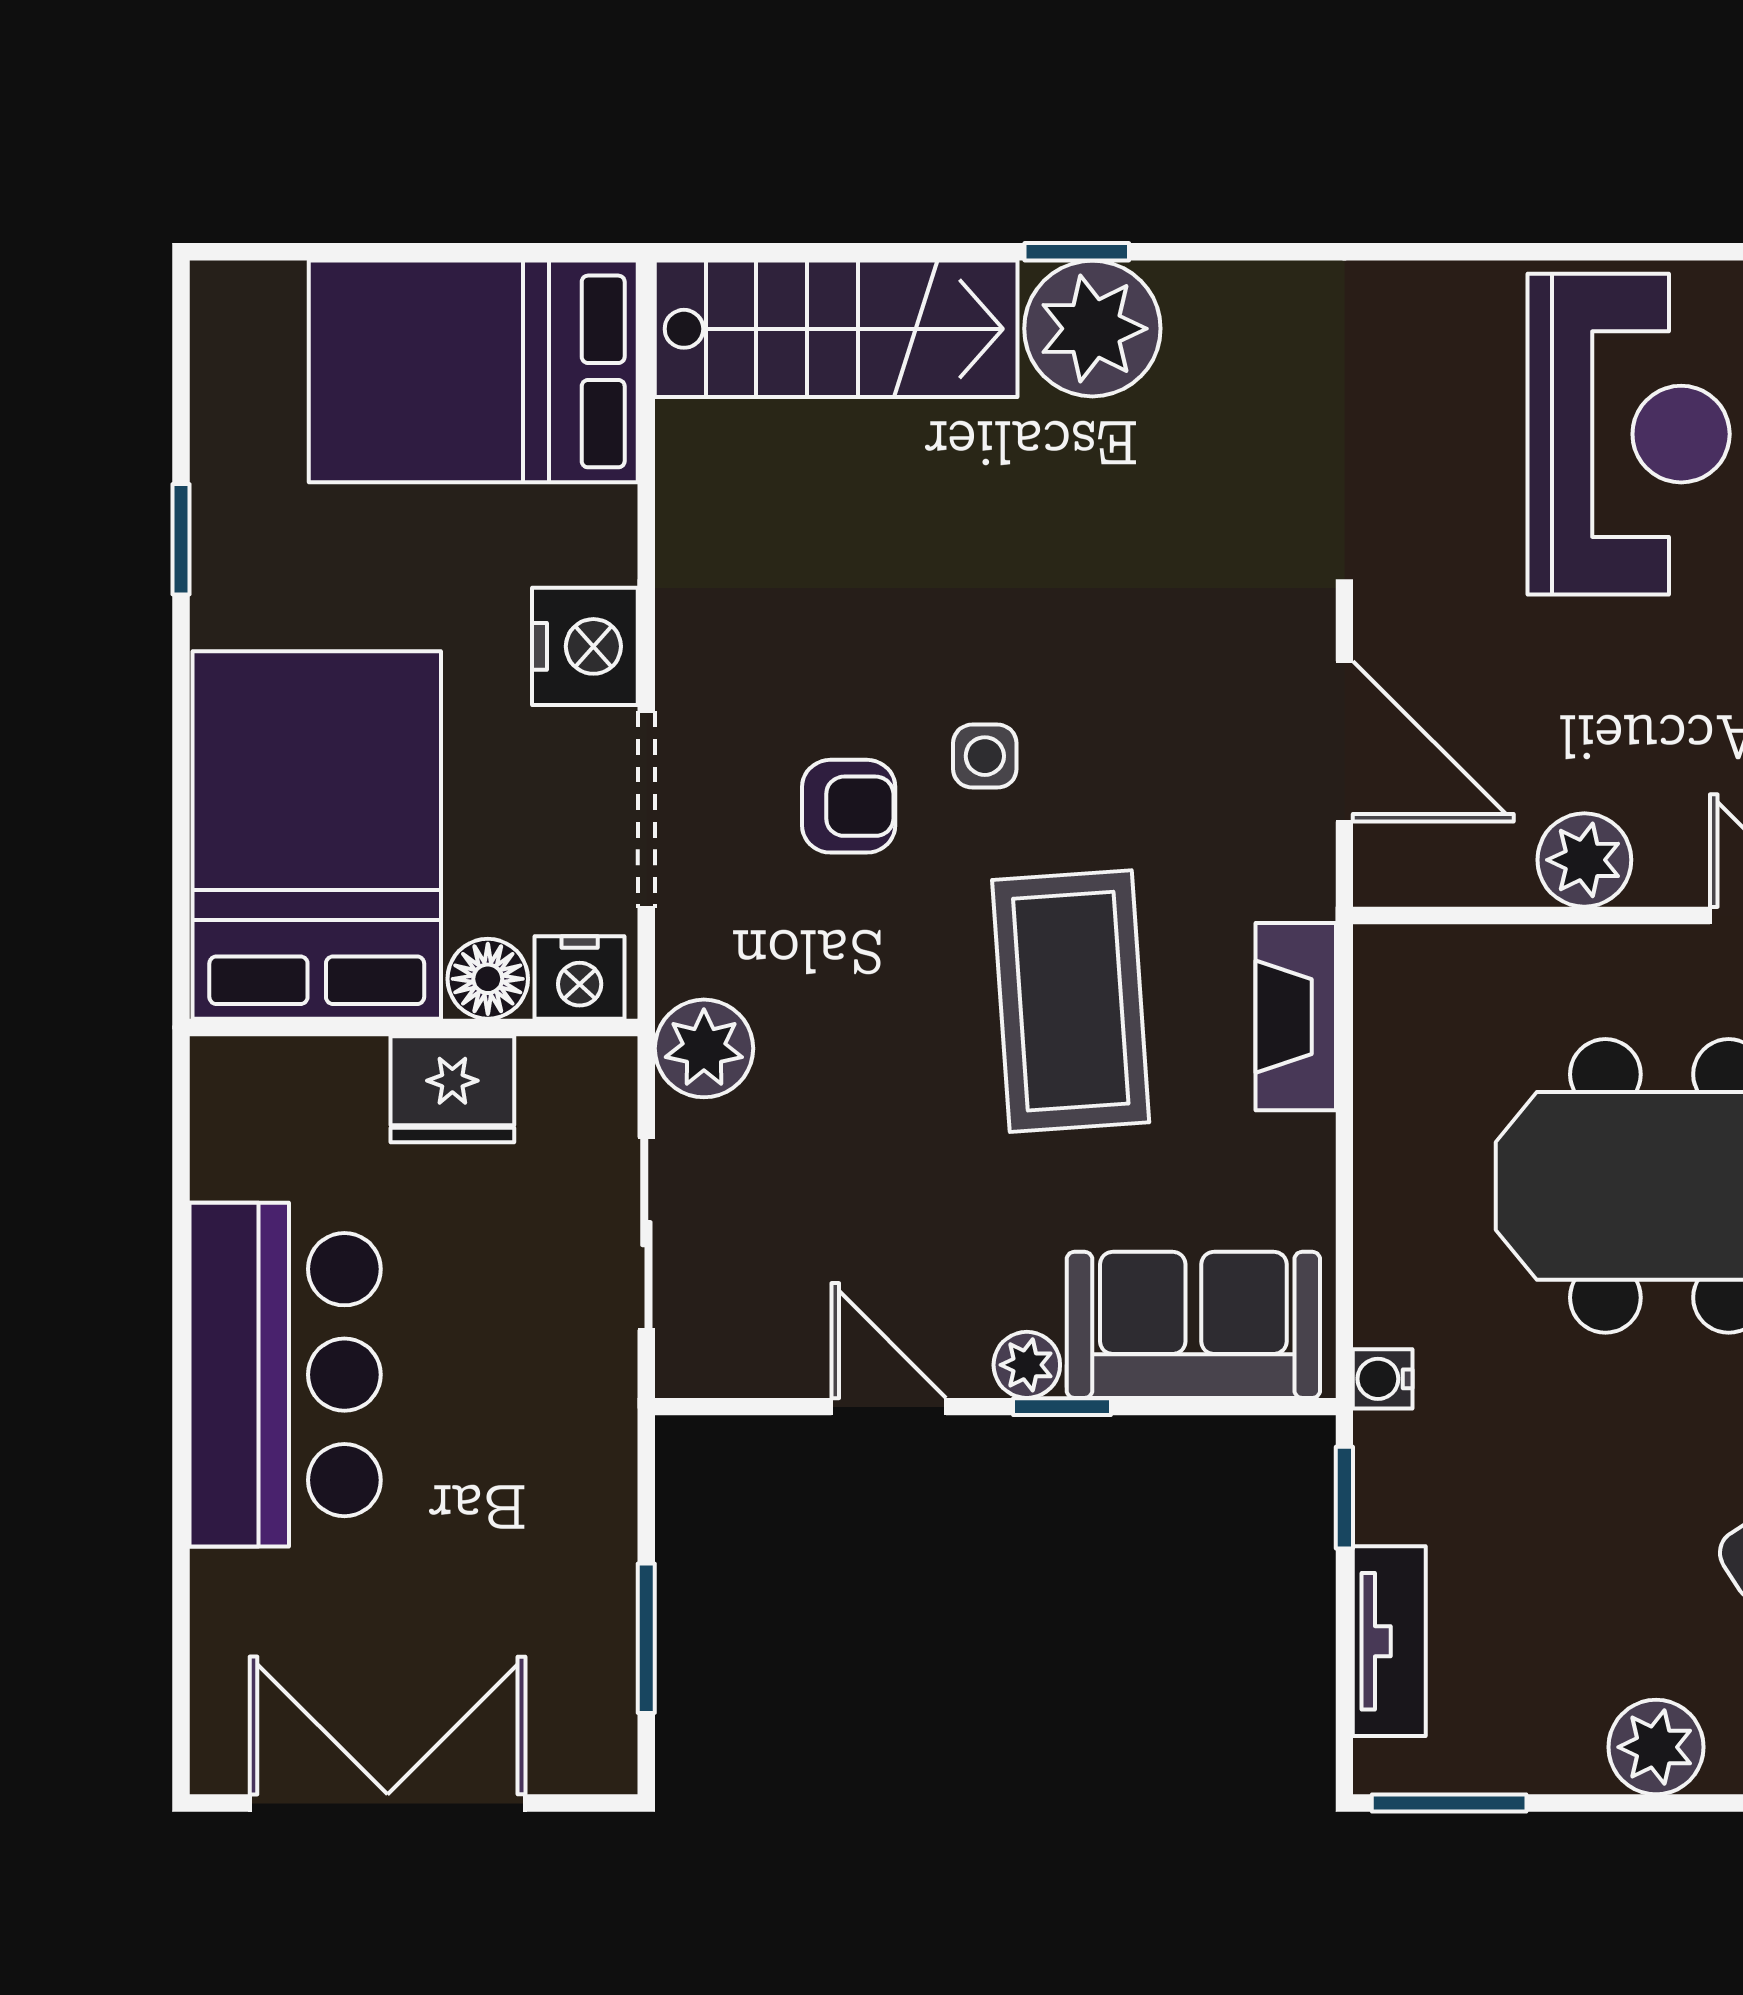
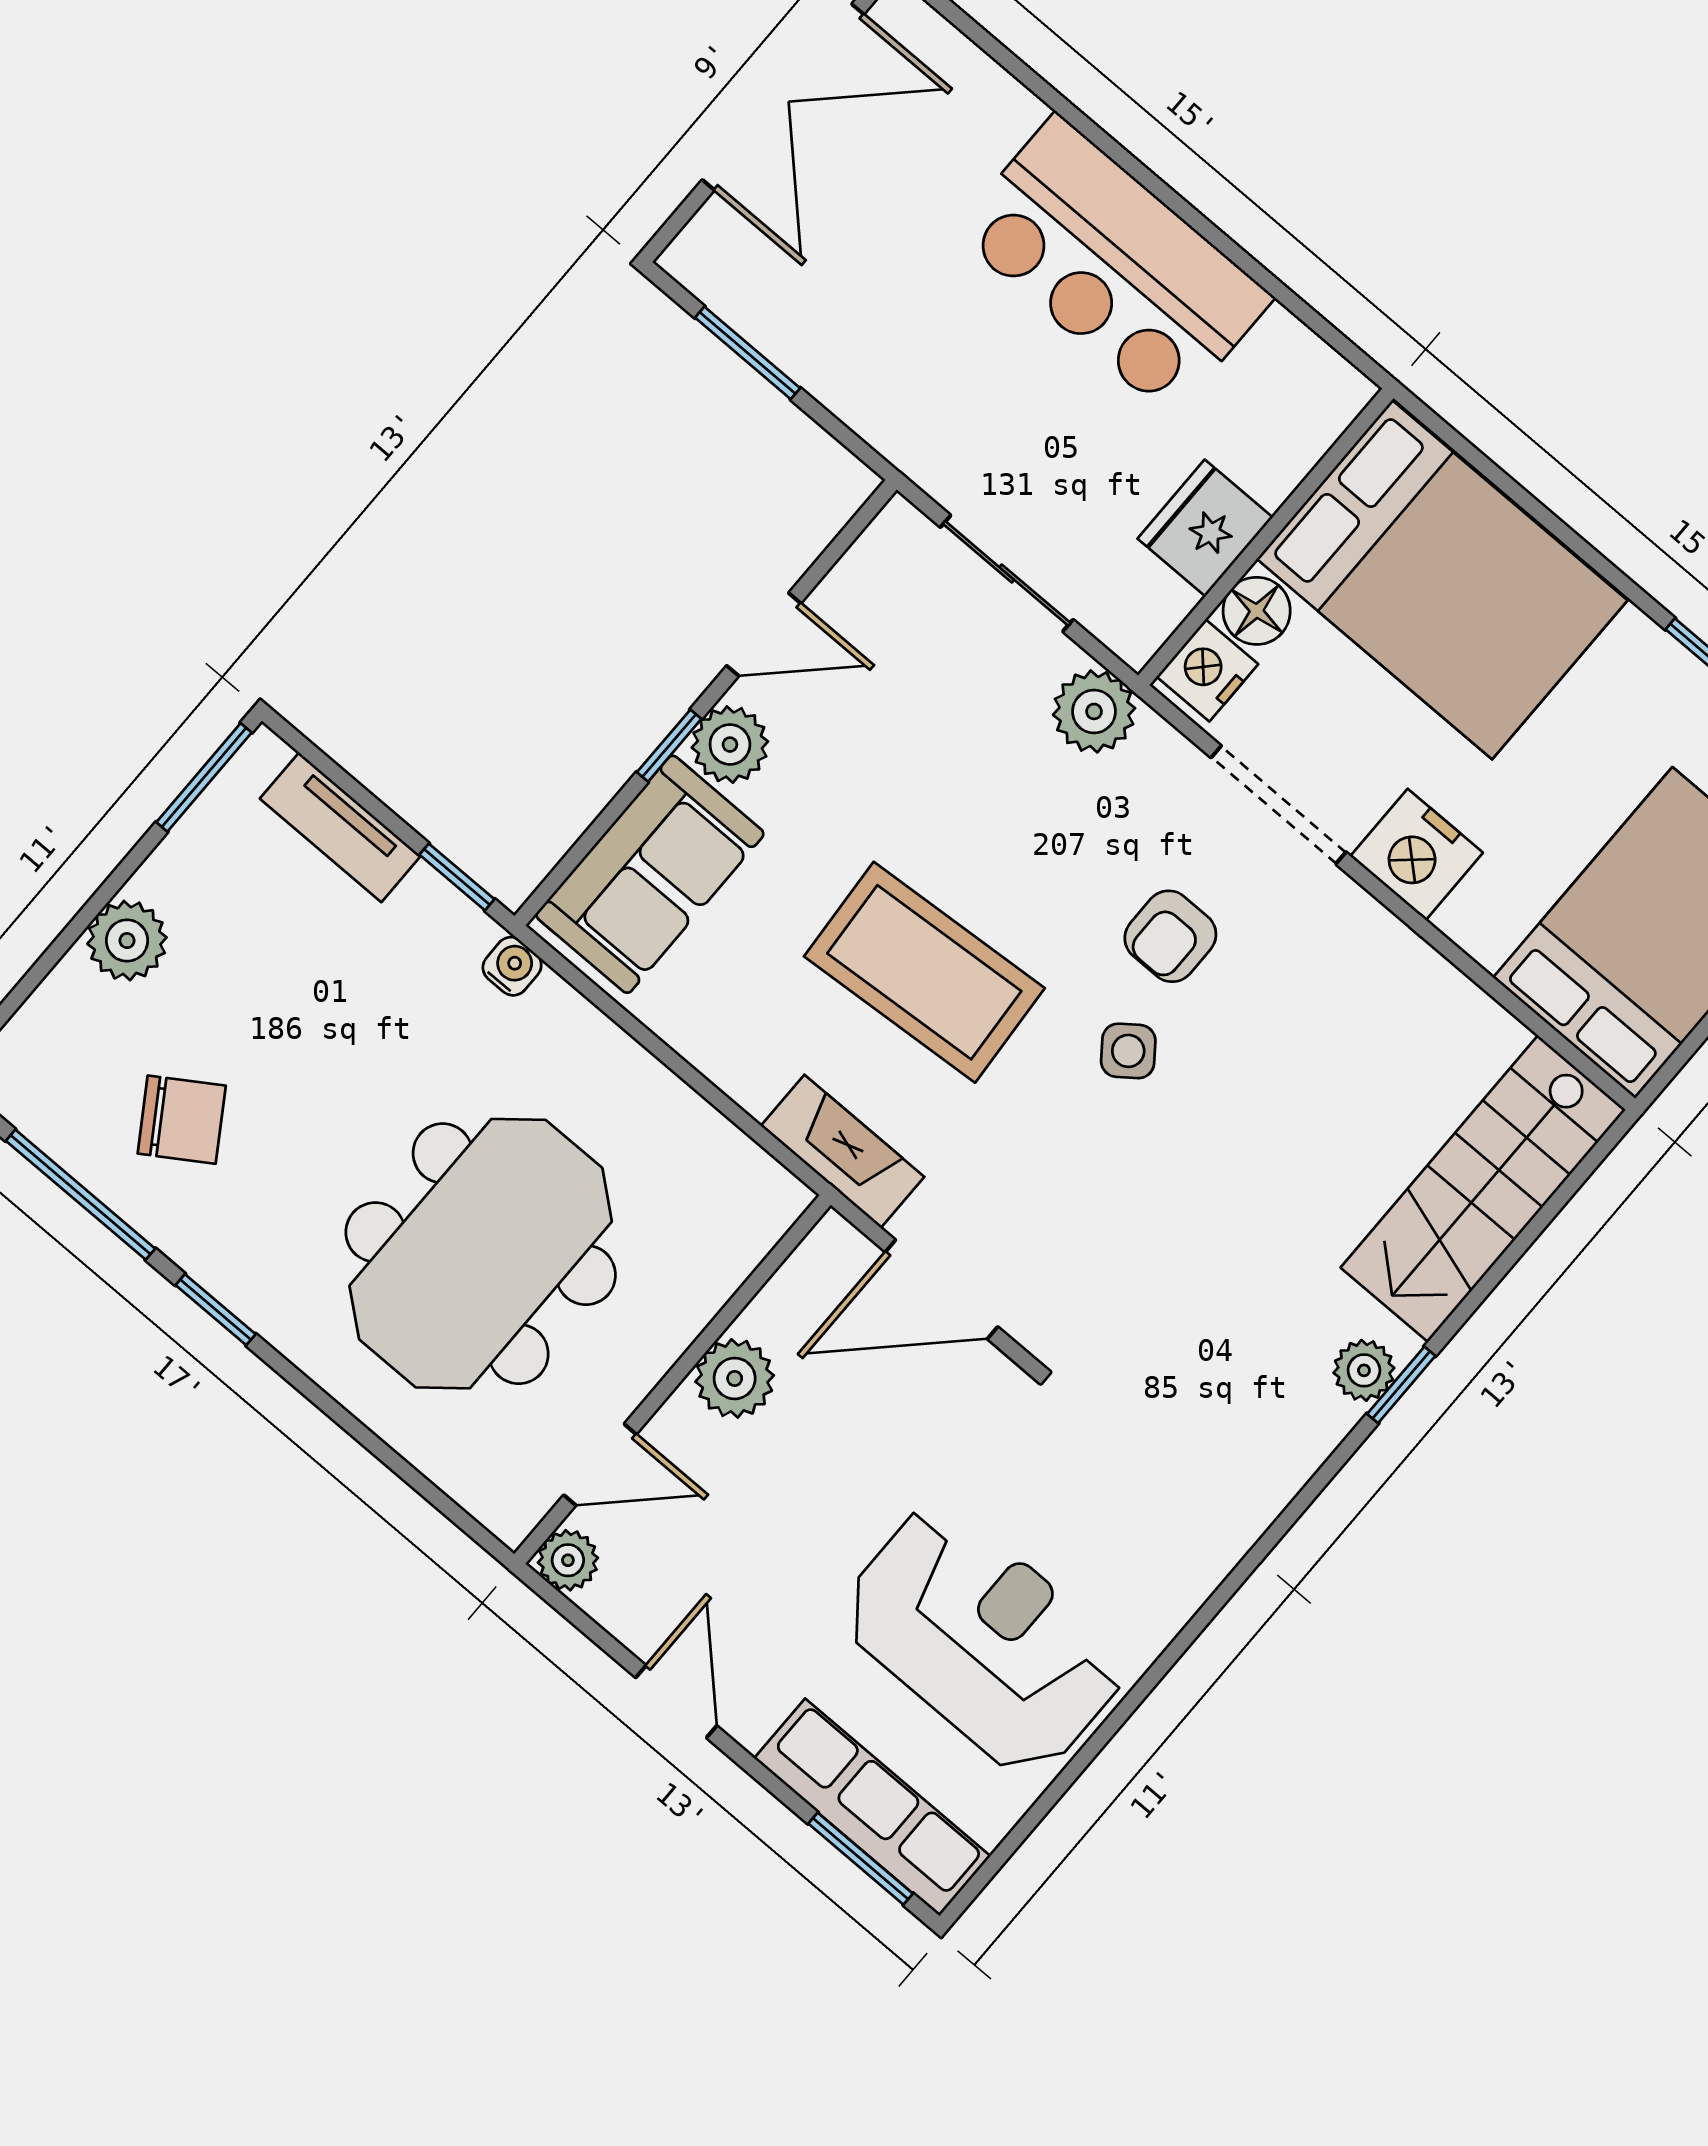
plant: (1092, 329) -> (1364, 1370), width x0.53, depth x0.53
reception desk: (1629, 434) -> (983, 1639), turned 180
side table: (985, 756) -> (1128, 1051), turned -37
fireplace: (1296, 1017) -> (842, 1151), moved
plant: (1027, 1365) -> (730, 745), width x1.38, depth x1.38

